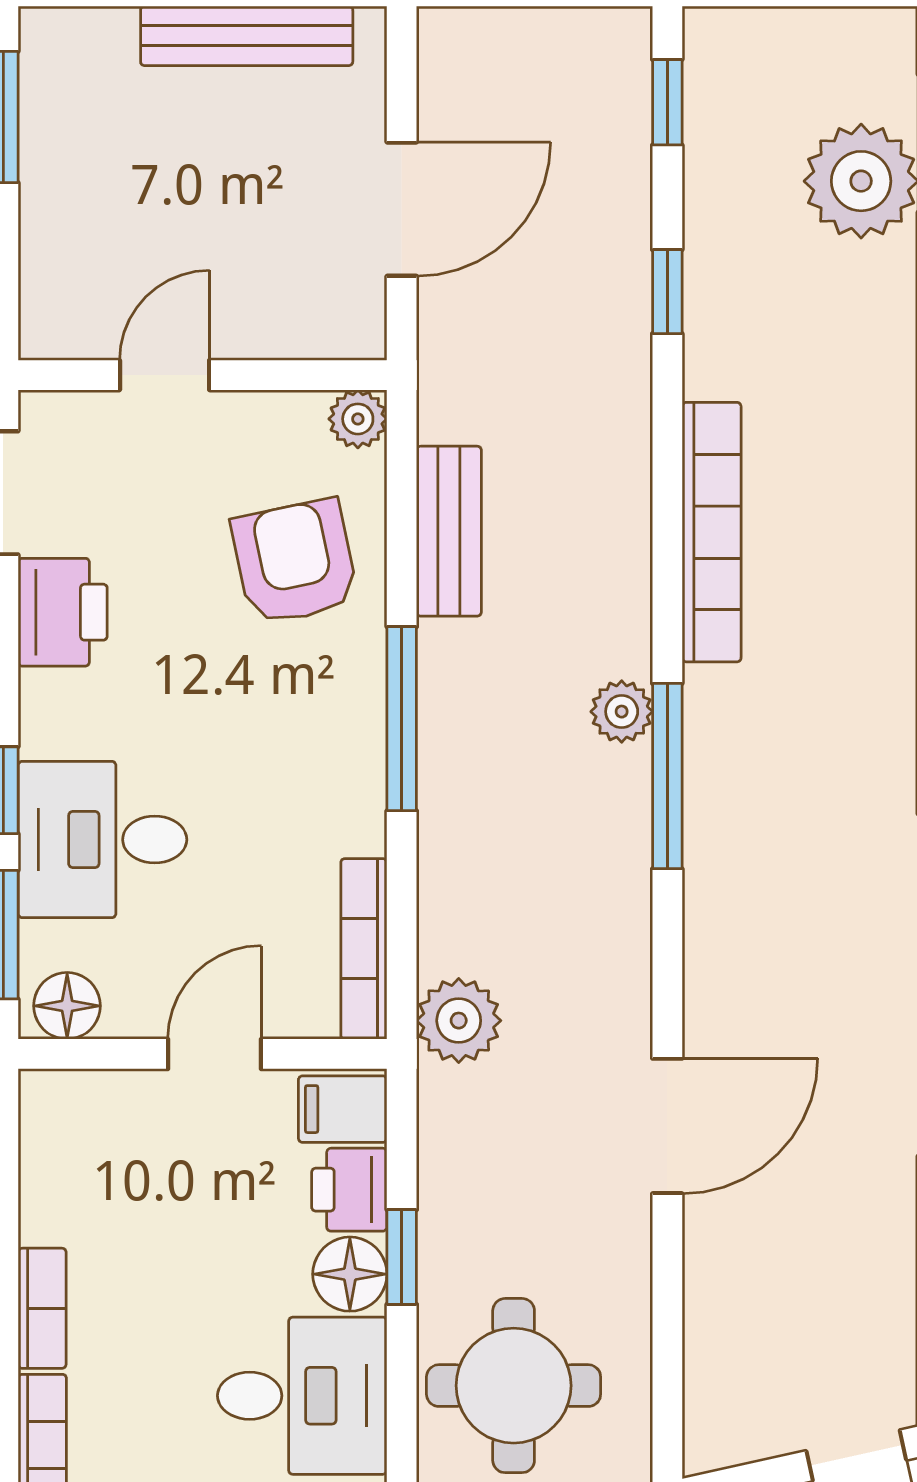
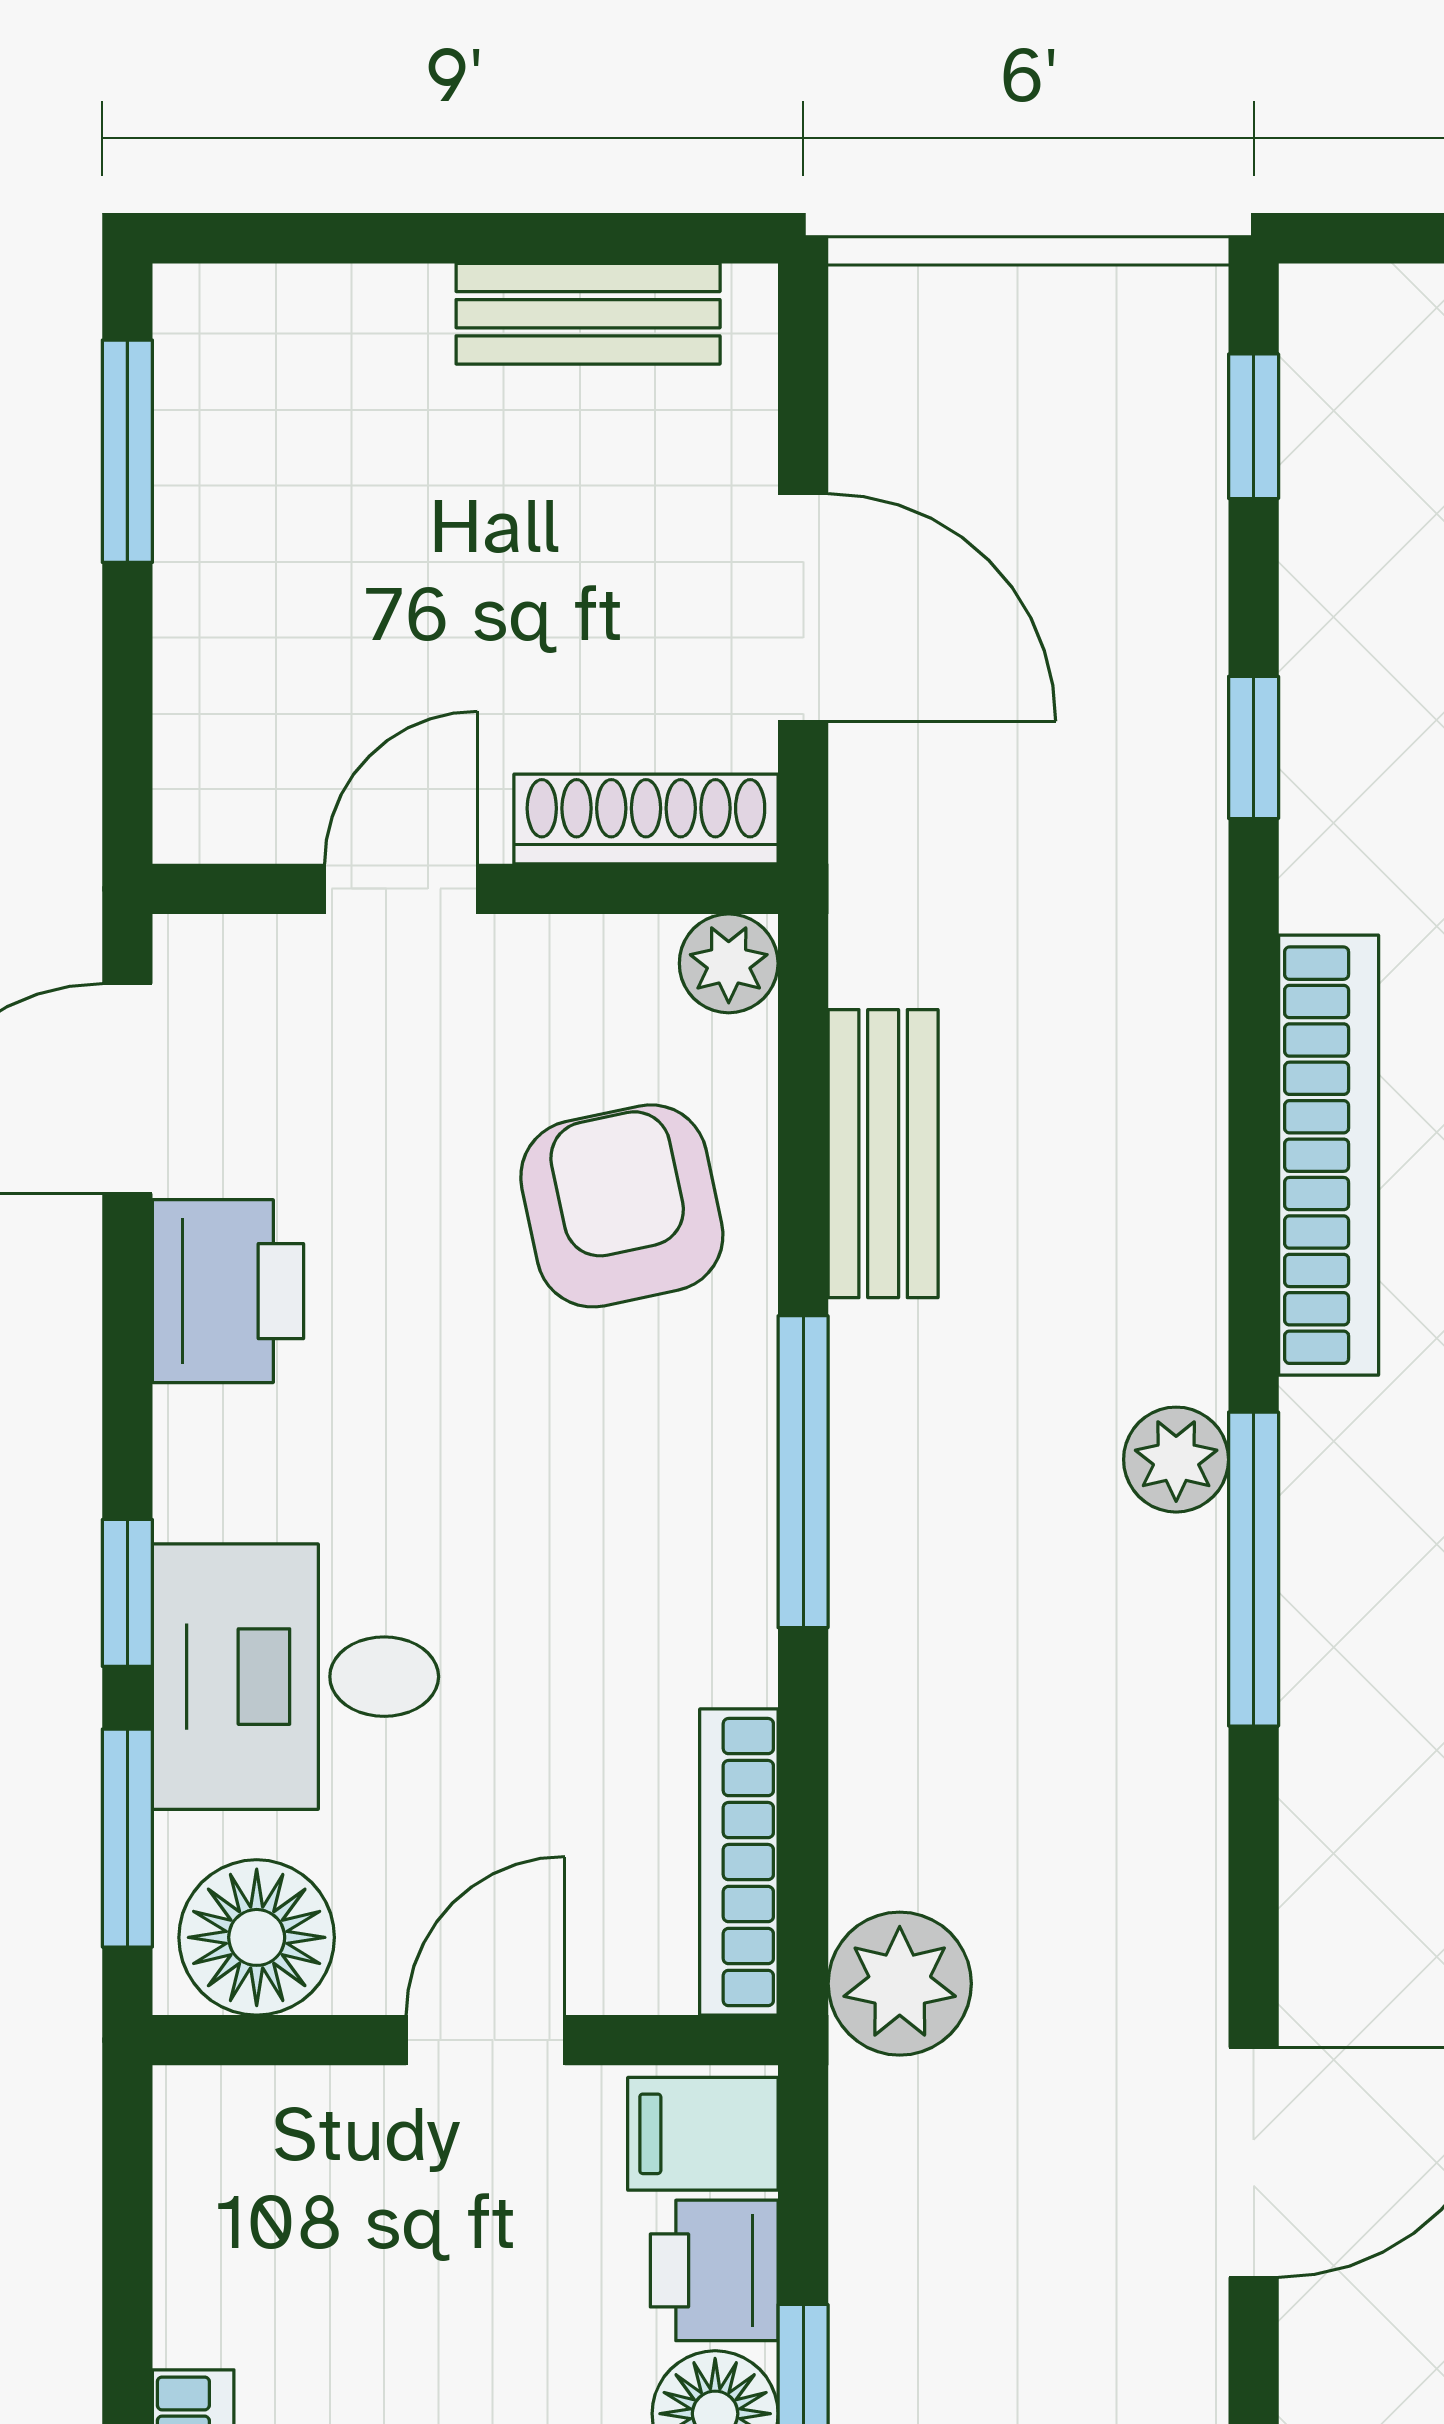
bench: (247, 36) -> (588, 314), width x0.73
door: (402, 209) -> (803, 607), hinge flipped
shoe rack: (309, 334) -> (646, 819), added
floor lamp: (67, 1006) -> (257, 1937), width x1.38, depth x1.38

